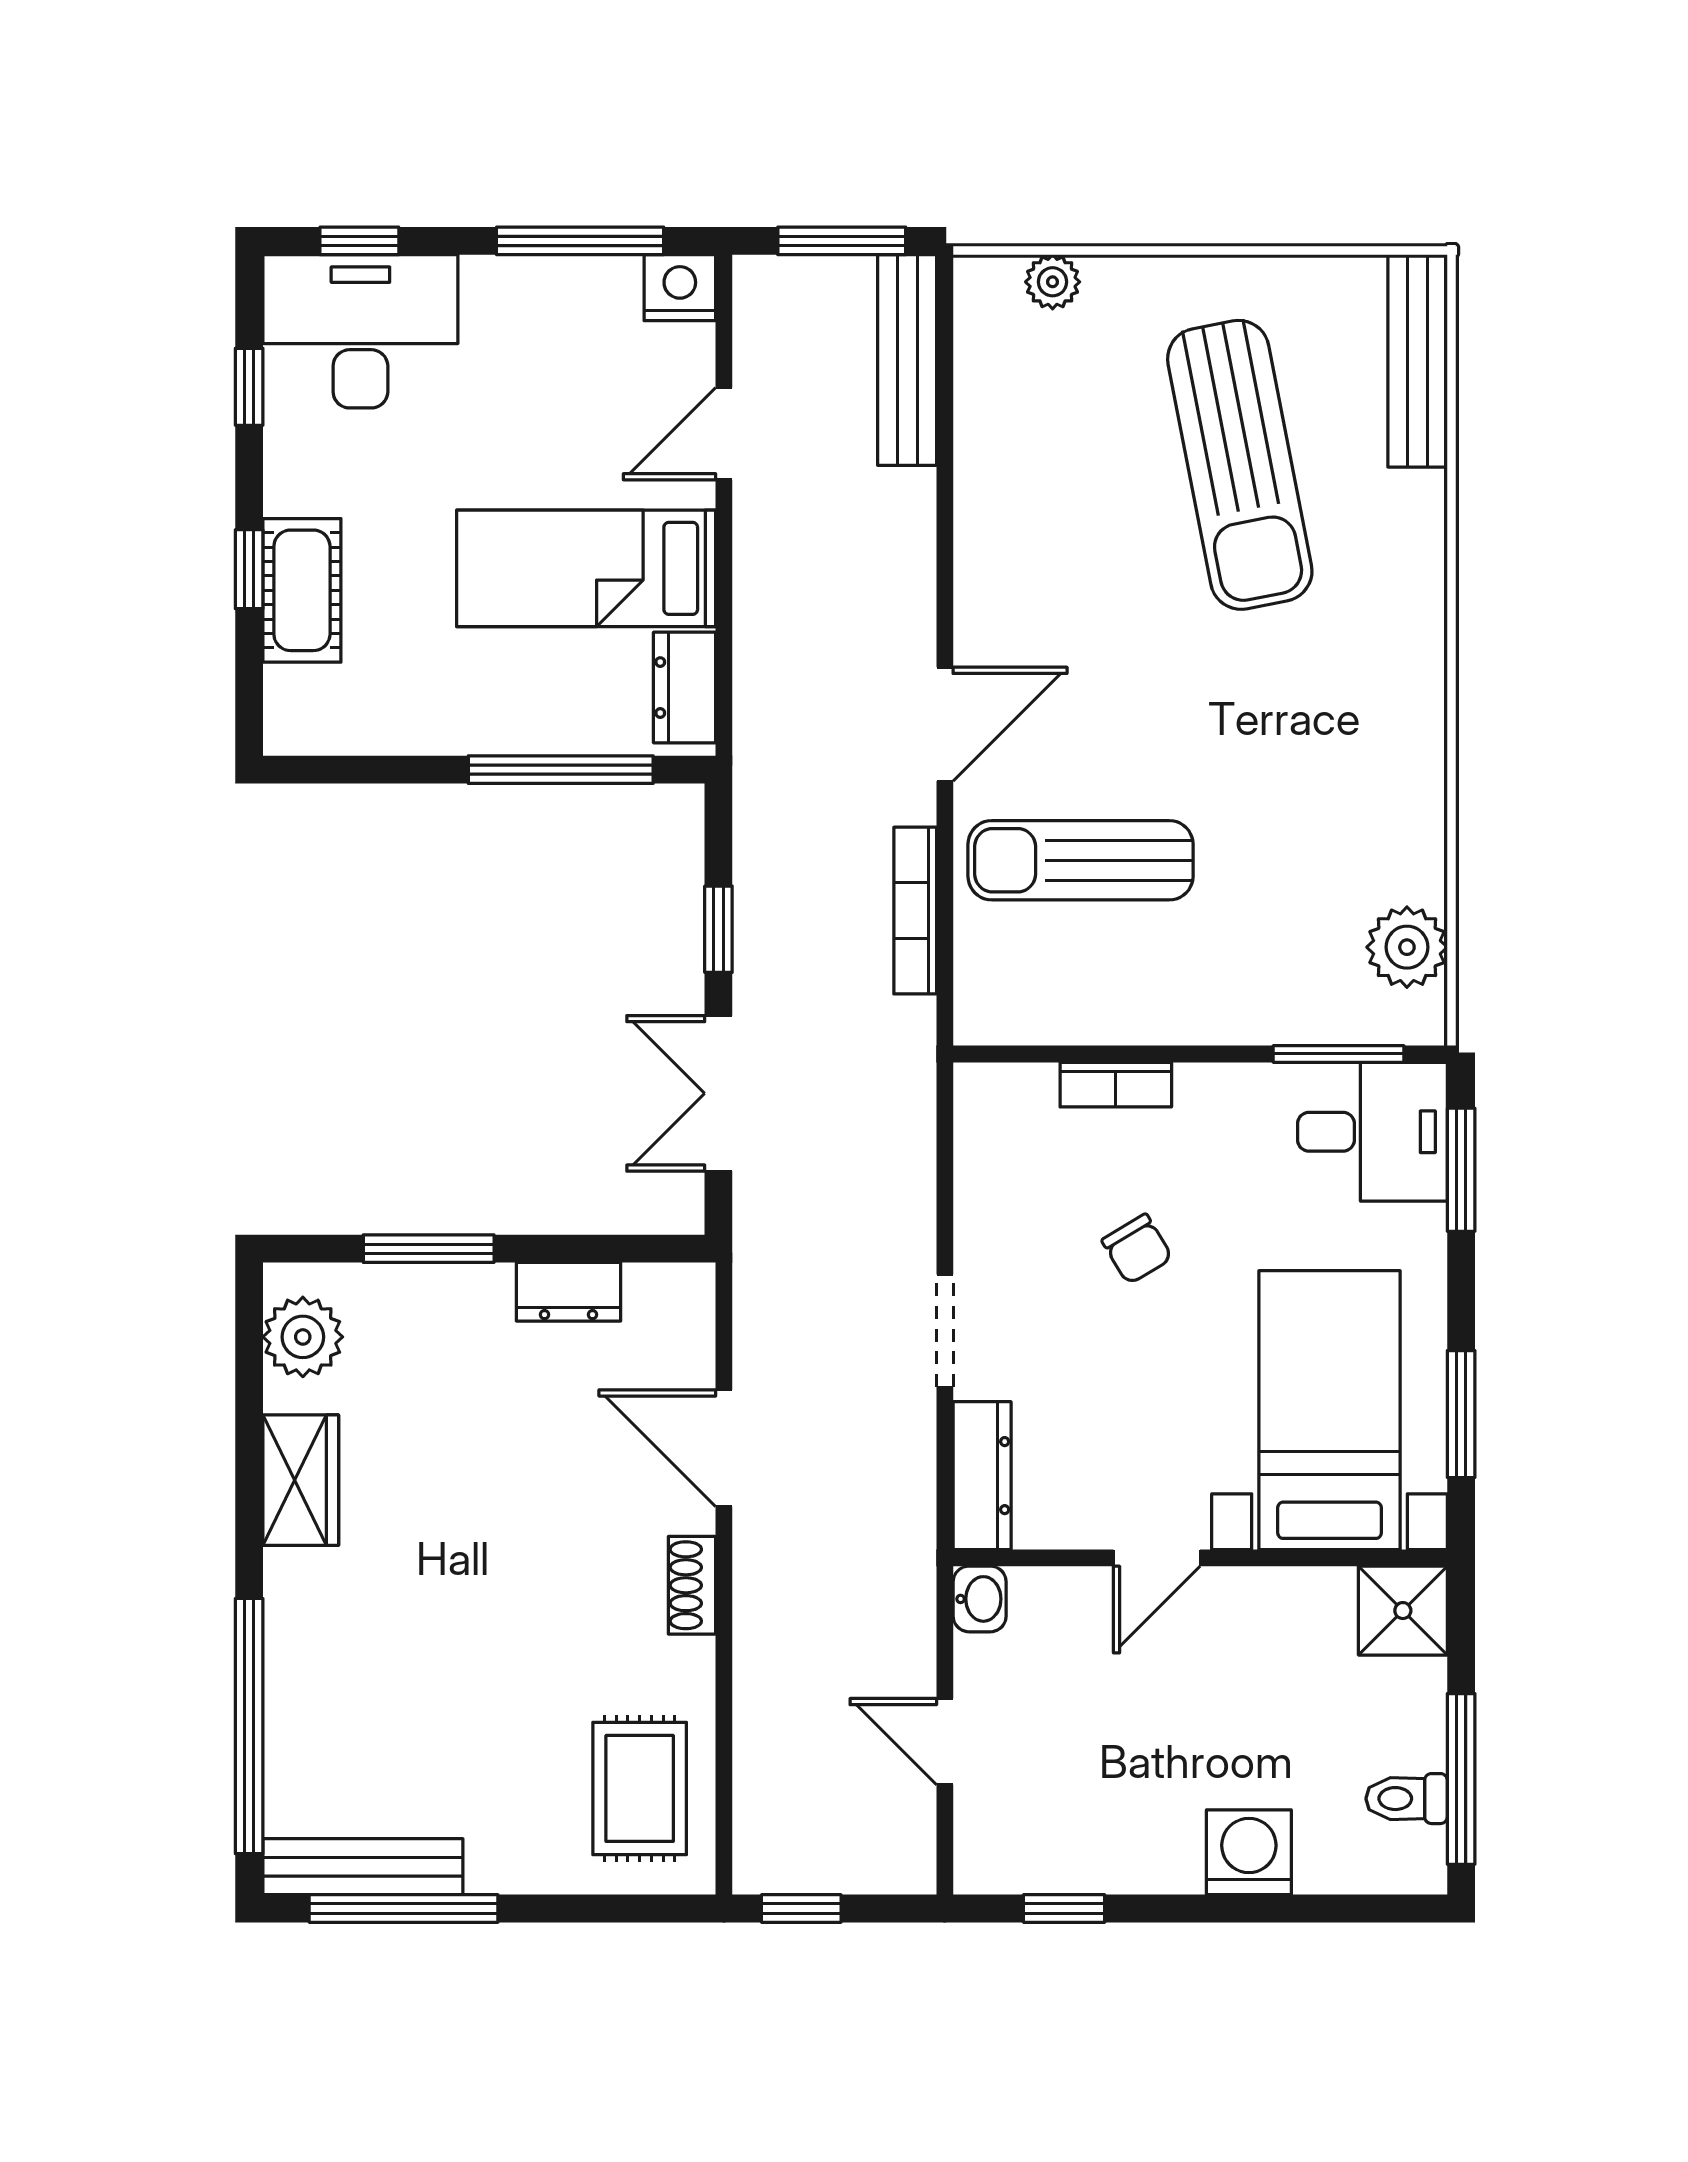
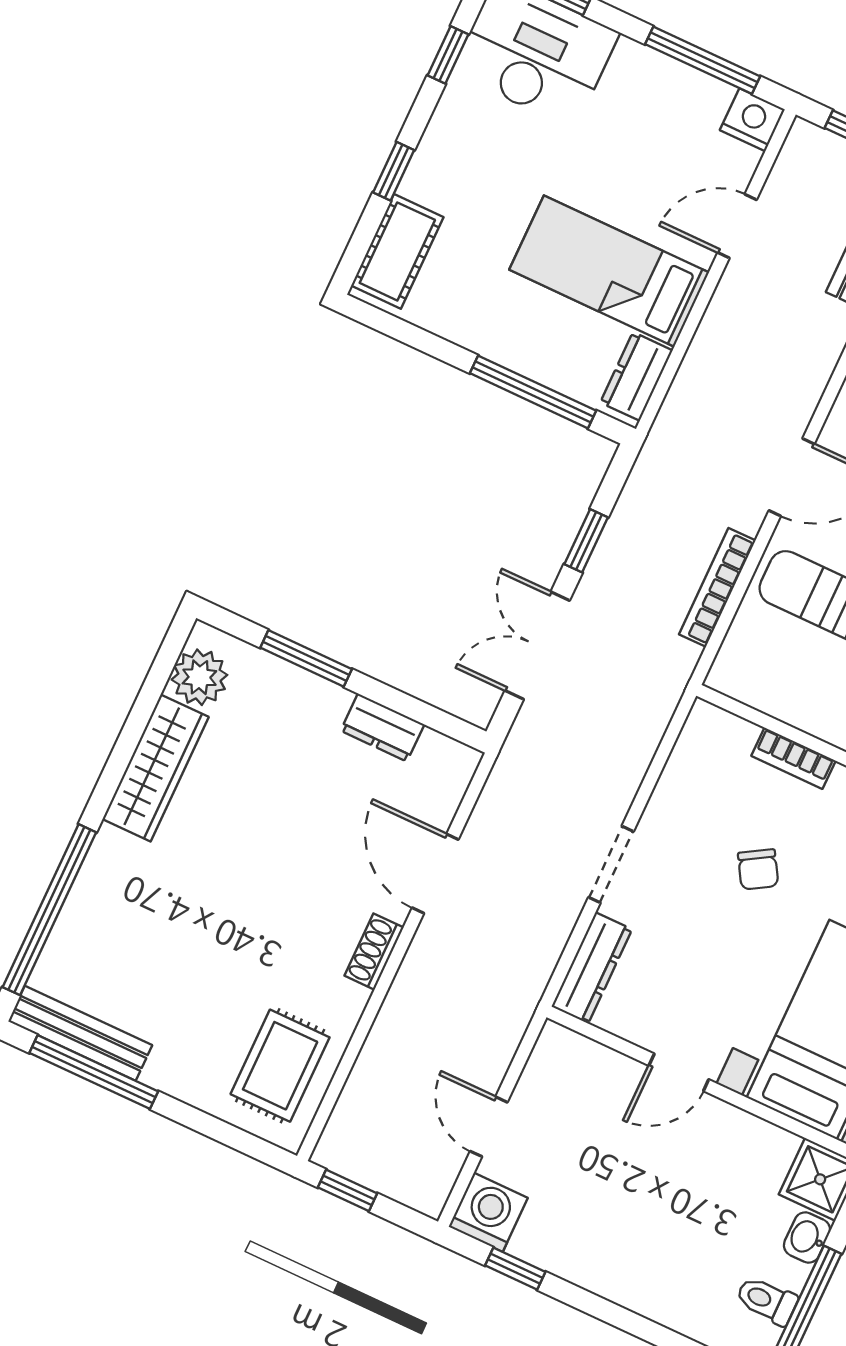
cot: (302, 590) -> (397, 251), moved
wardrobe: (301, 1480) -> (156, 768), width x1.50
washbasin: (980, 1599) -> (807, 1237), moved, turned 180
washing machine: (1249, 1852) -> (488, 1212), moved

